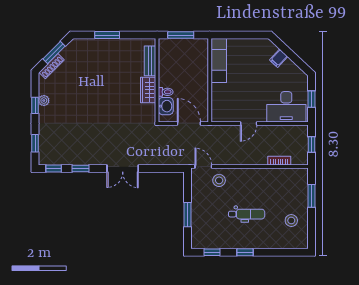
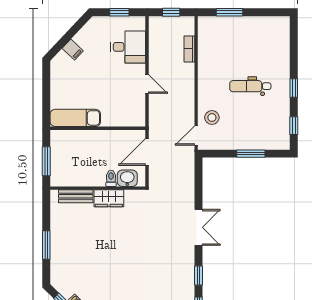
desk: (286, 107) -> (128, 47), width x0.73
dental chair: (247, 214) -> (250, 86), turned -90
stool: (291, 221) -> (258, 35), removed

